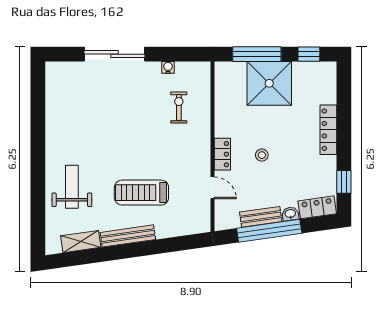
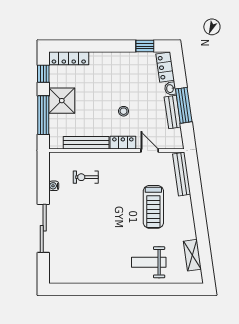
shower: (269, 83) -> (62, 101), width x0.73, depth x0.73
bench: (222, 108) -> (86, 143), added
locker: (328, 130) -> (69, 58), moved
door: (212, 188) -> (150, 150), hinge flipped
window: (269, 231) -> (184, 105), width x0.68
bench: (128, 236) -> (182, 174), moved

